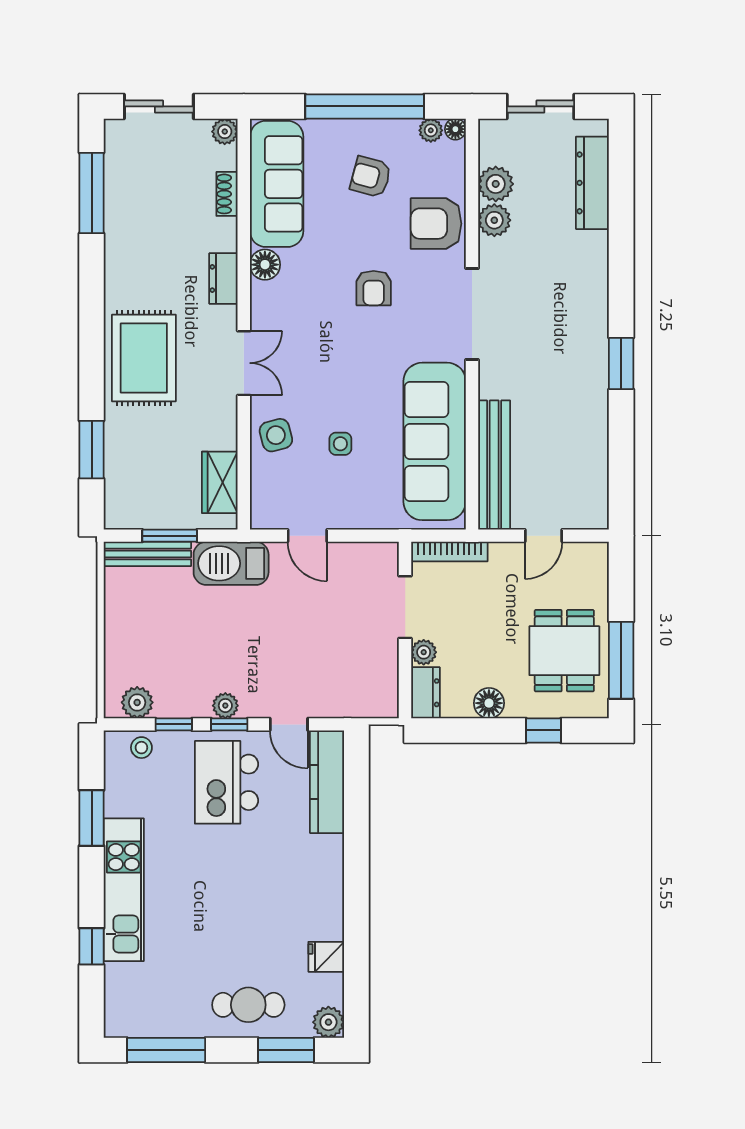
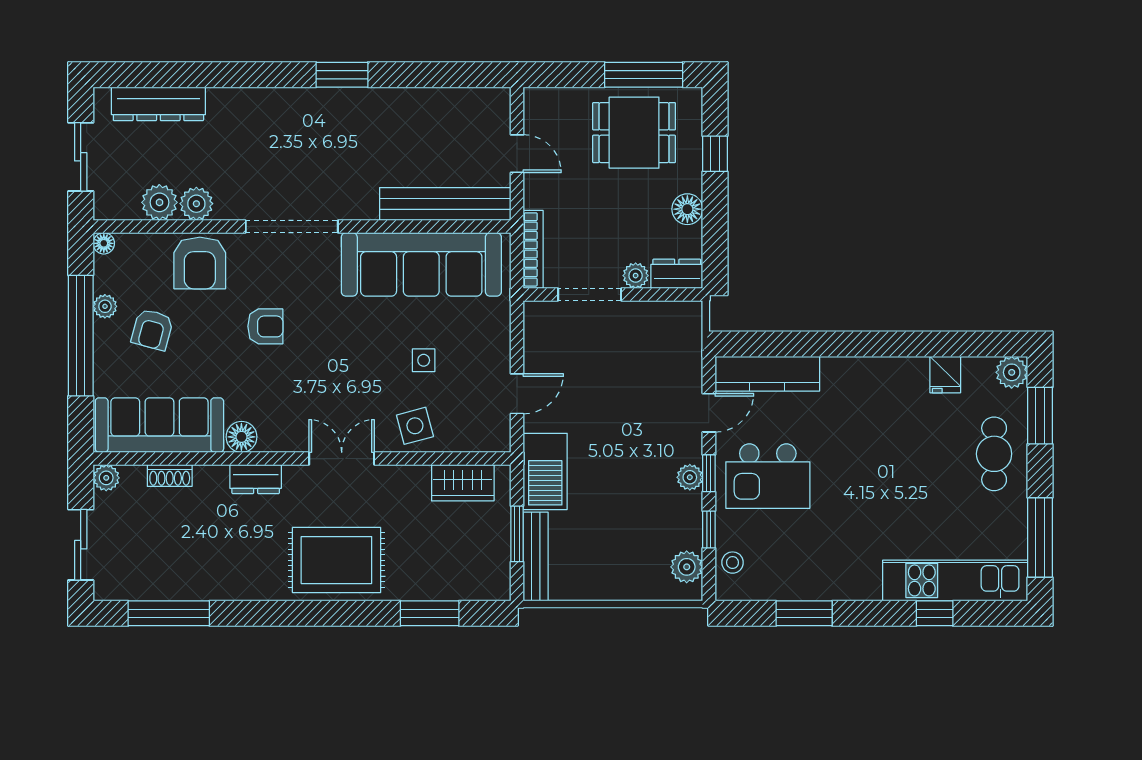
plant: (431, 130) -> (105, 306), moved
kitchen unit: (124, 890) -> (955, 580), moved

